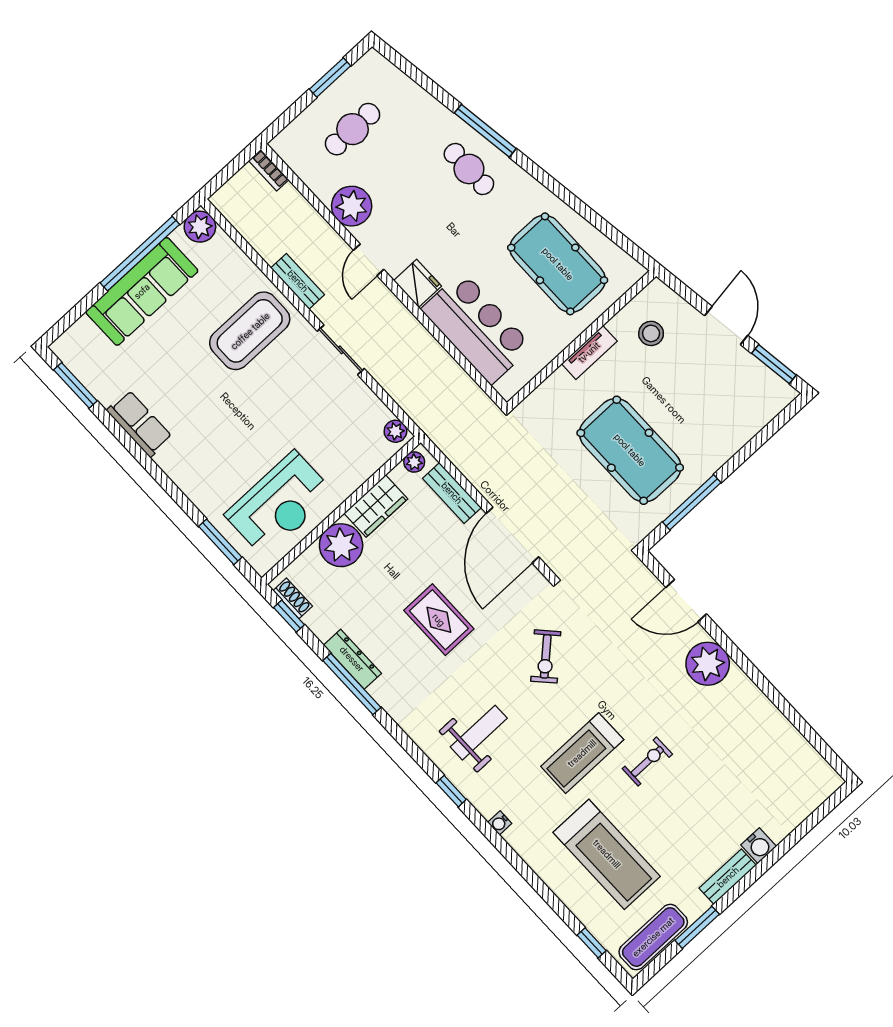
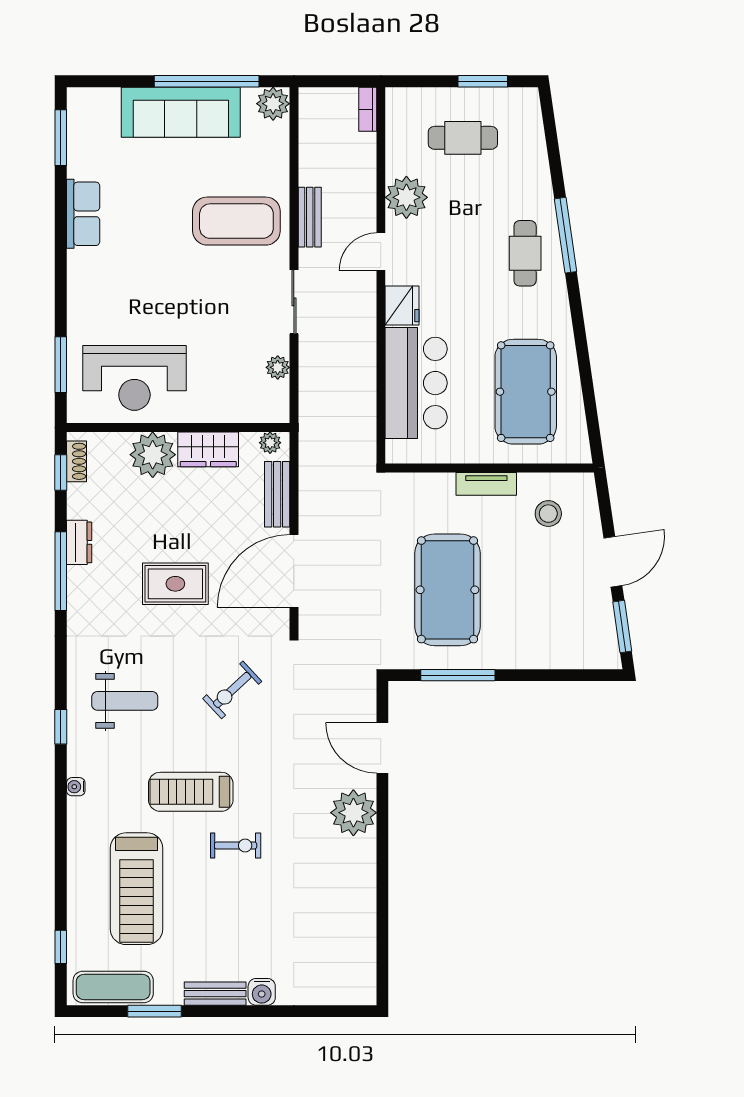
plant: (395, 431) -> (278, 367), moved
rug: (439, 620) -> (175, 584), turned 90
dresser: (352, 659) -> (79, 542), width x0.70

